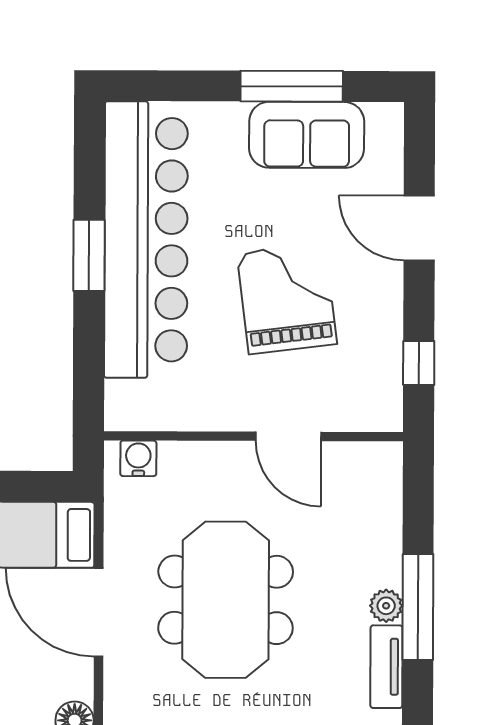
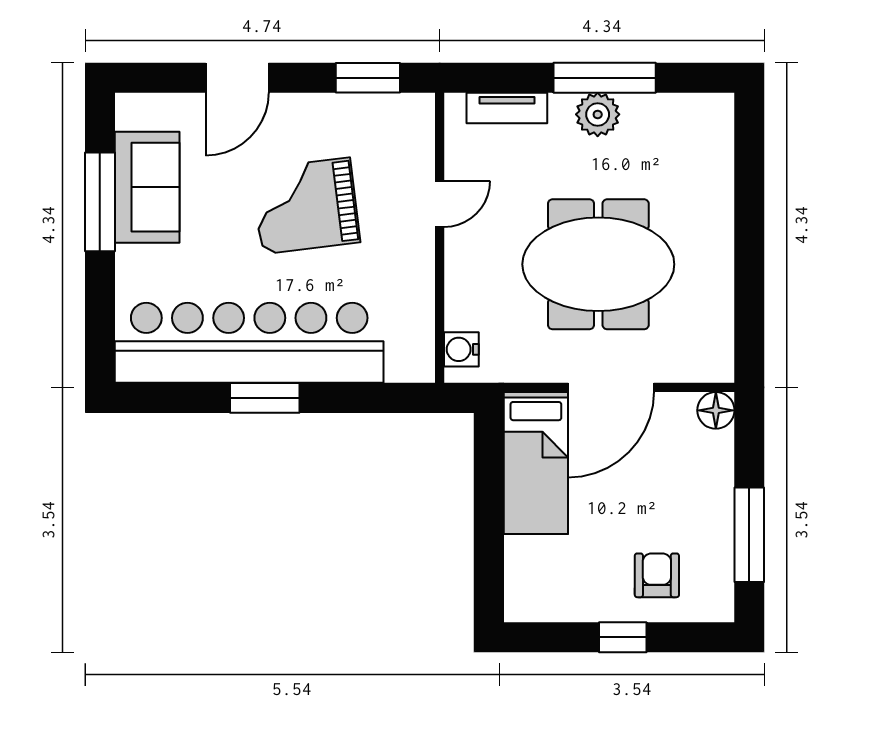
window: (419, 363) -> (368, 78), width x1.50
door: (288, 436) -> (440, 204), width x0.73
plant: (386, 606) -> (598, 114), width x1.38, depth x1.38
tv unit: (386, 667) -> (507, 108), moved

